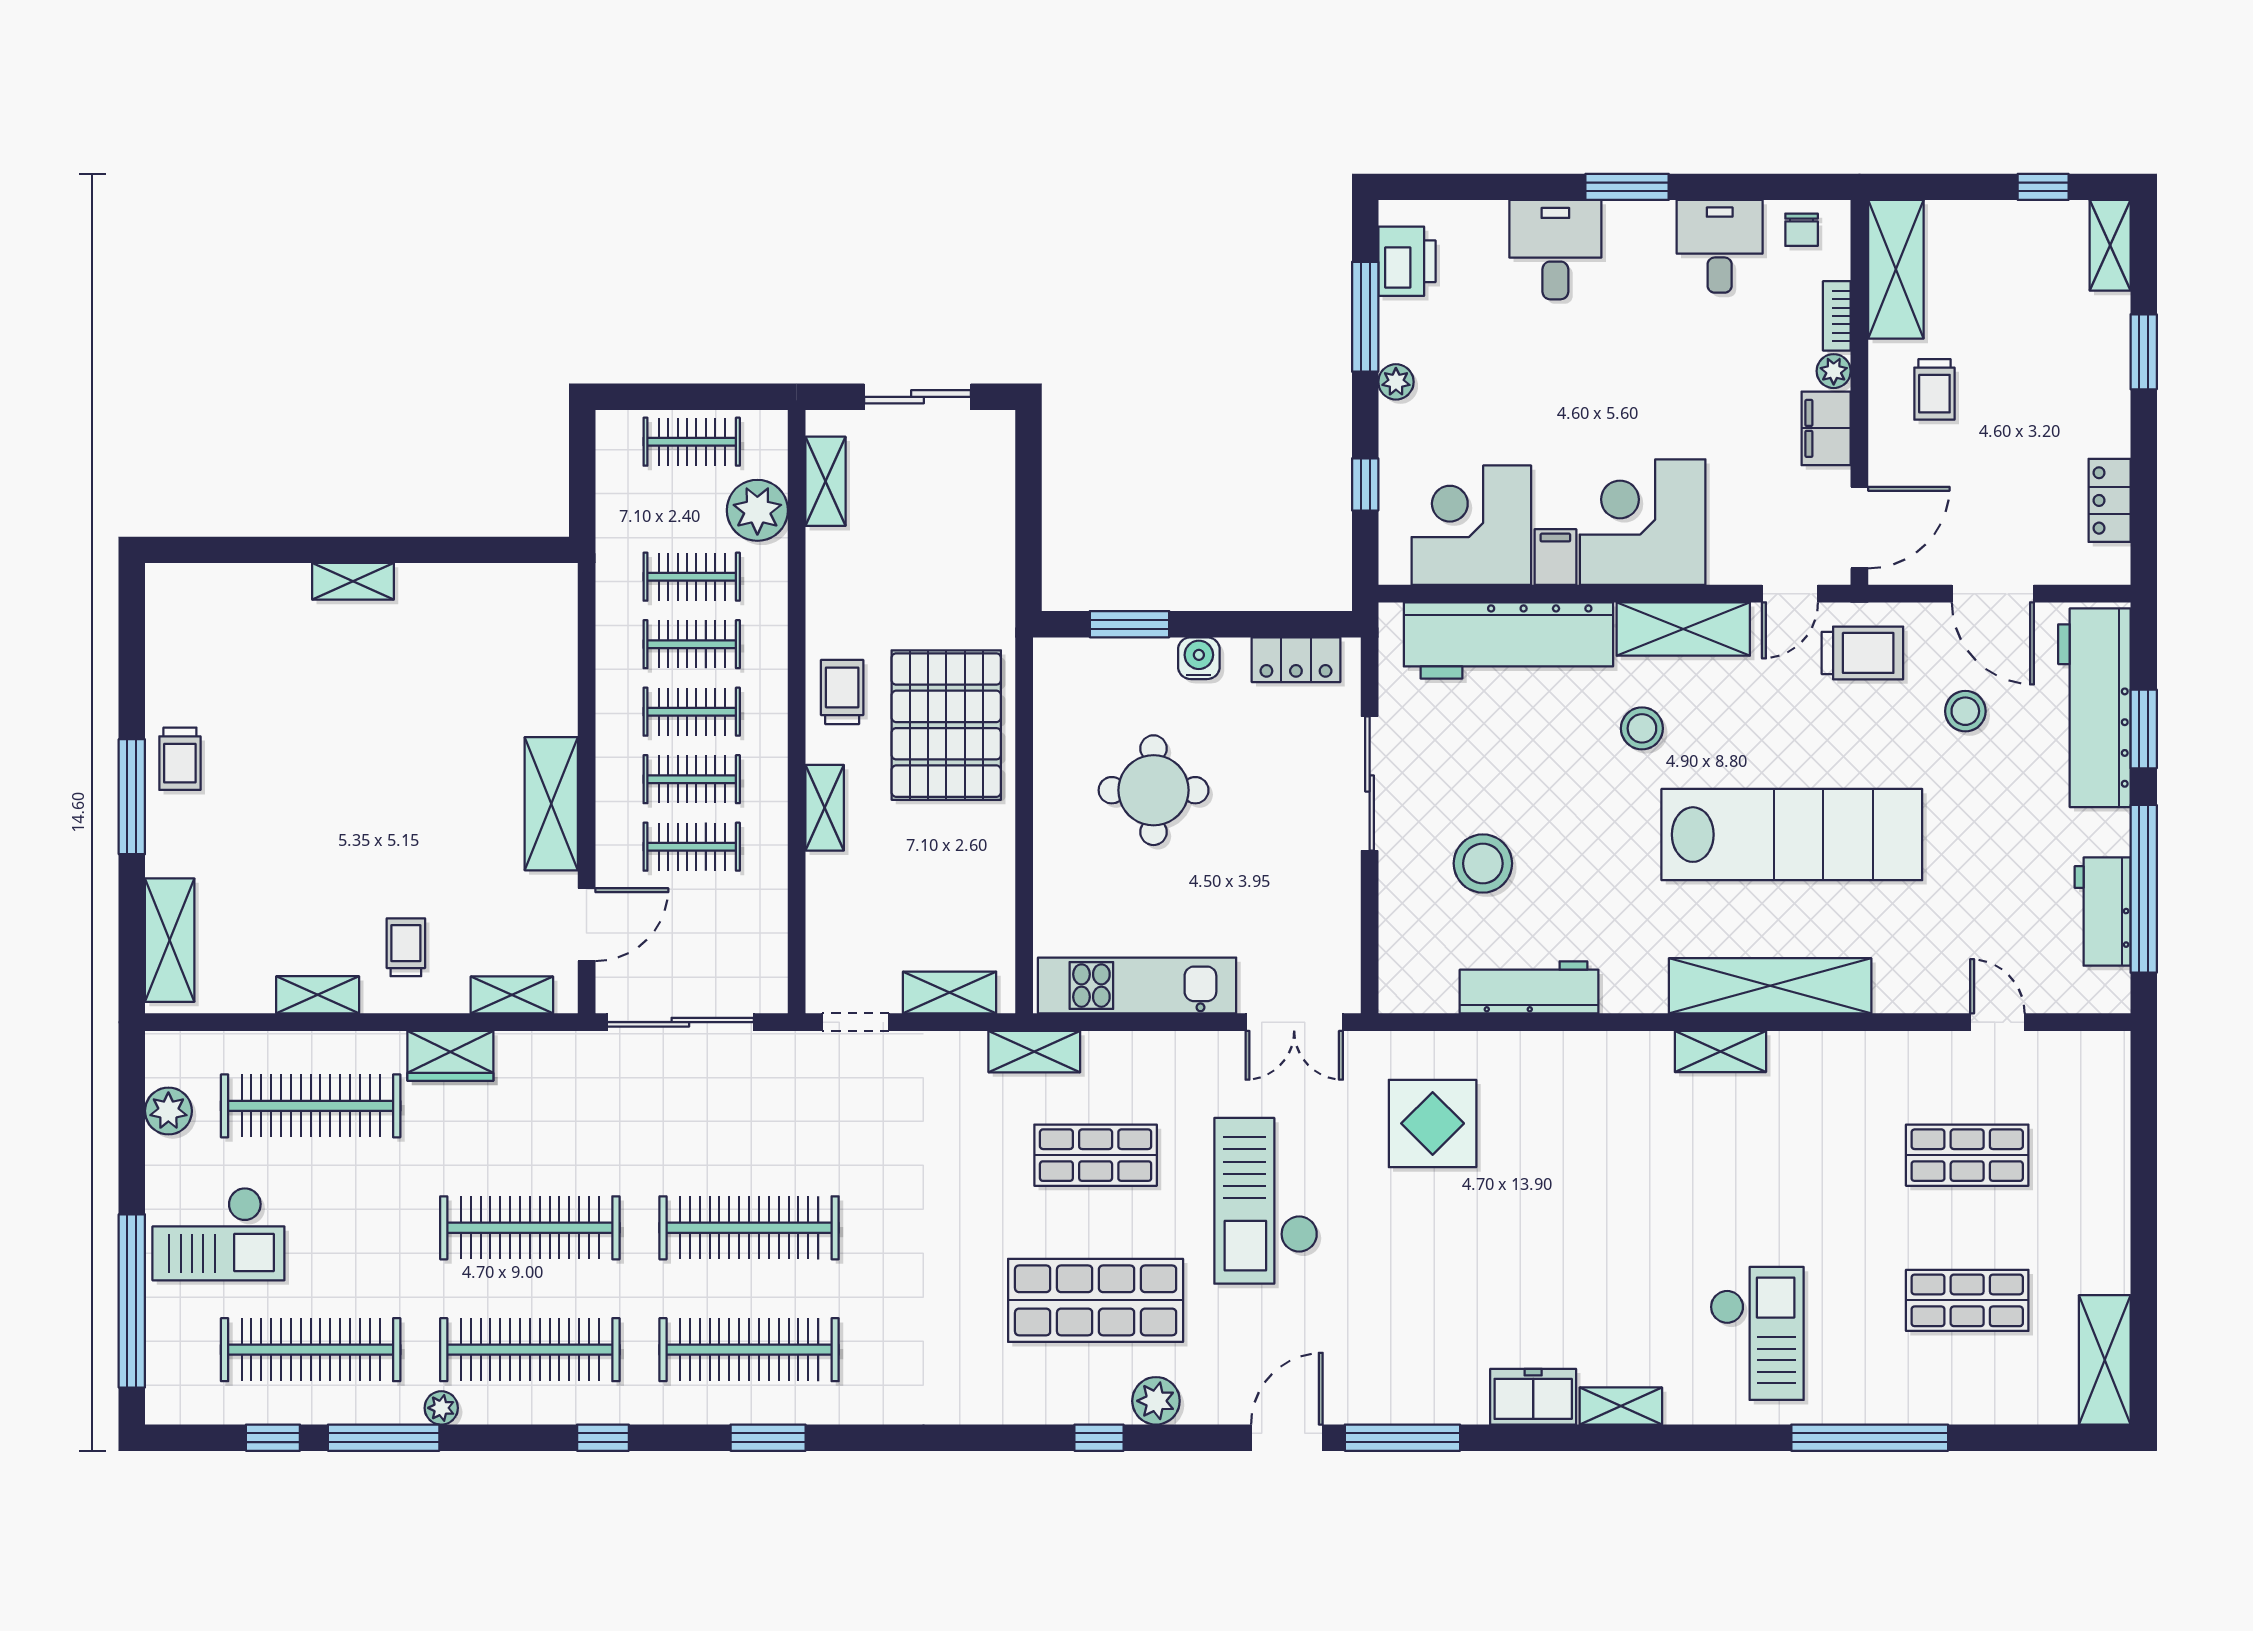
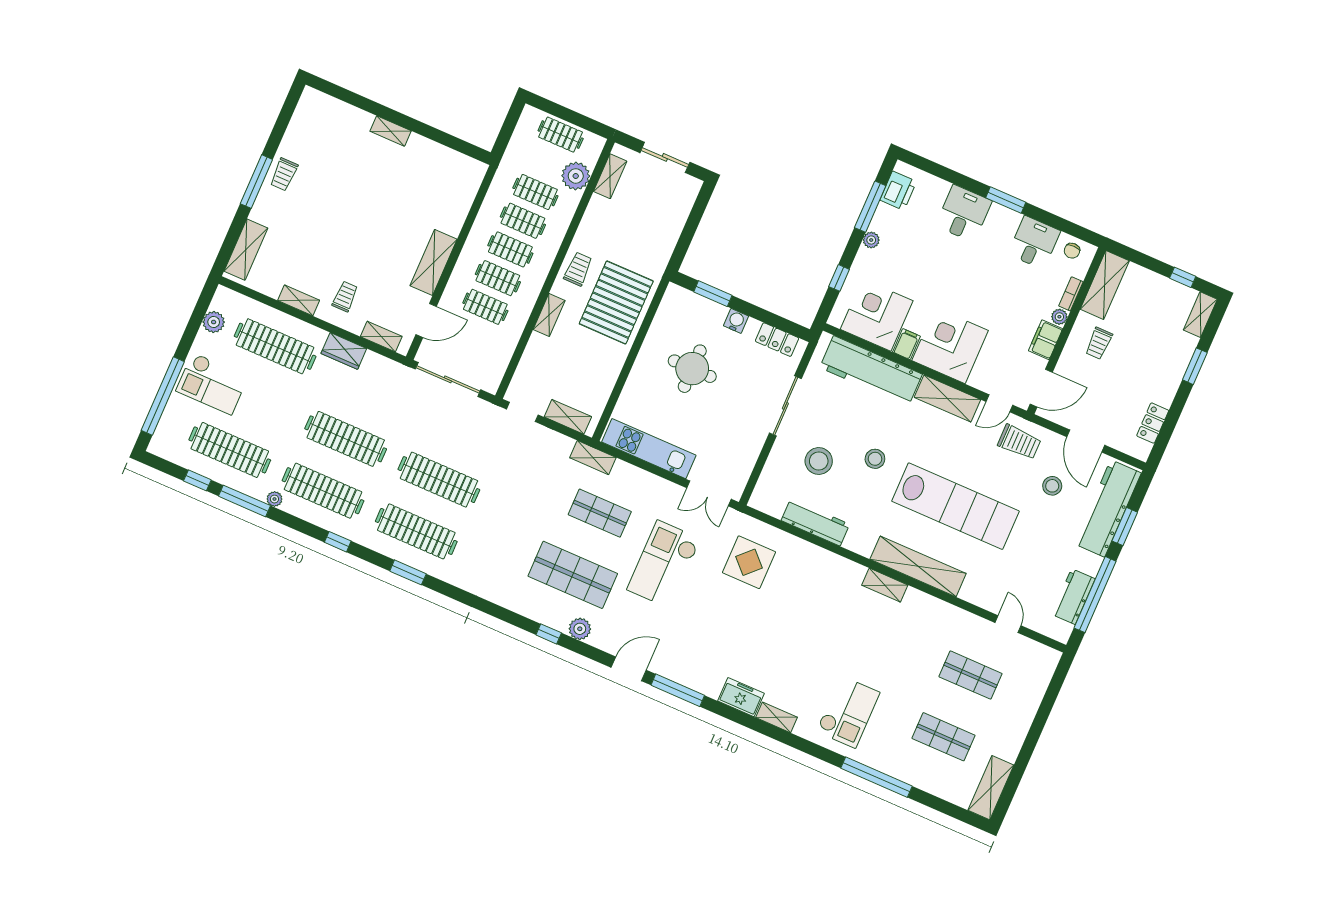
stool: (1642, 728) -> (875, 459), moved

